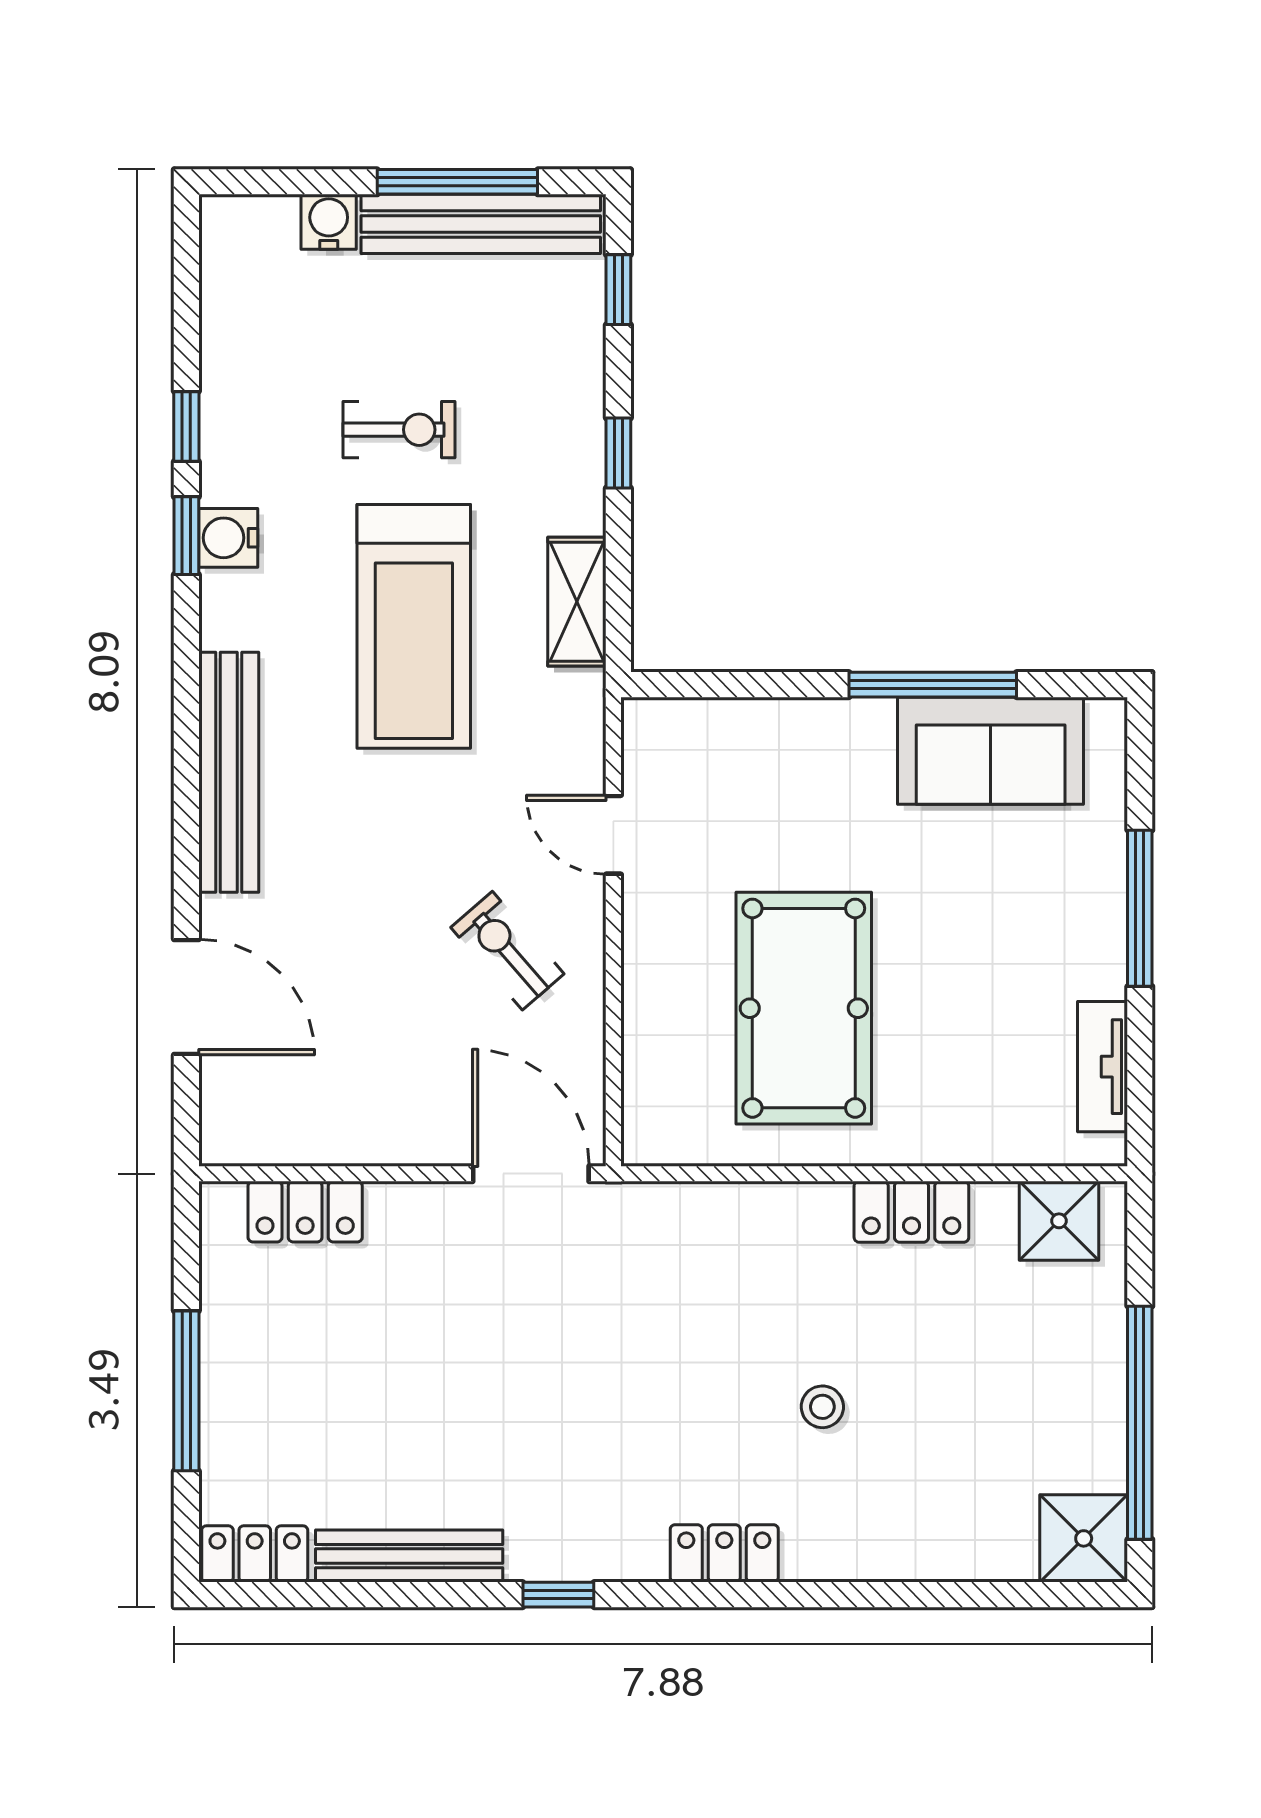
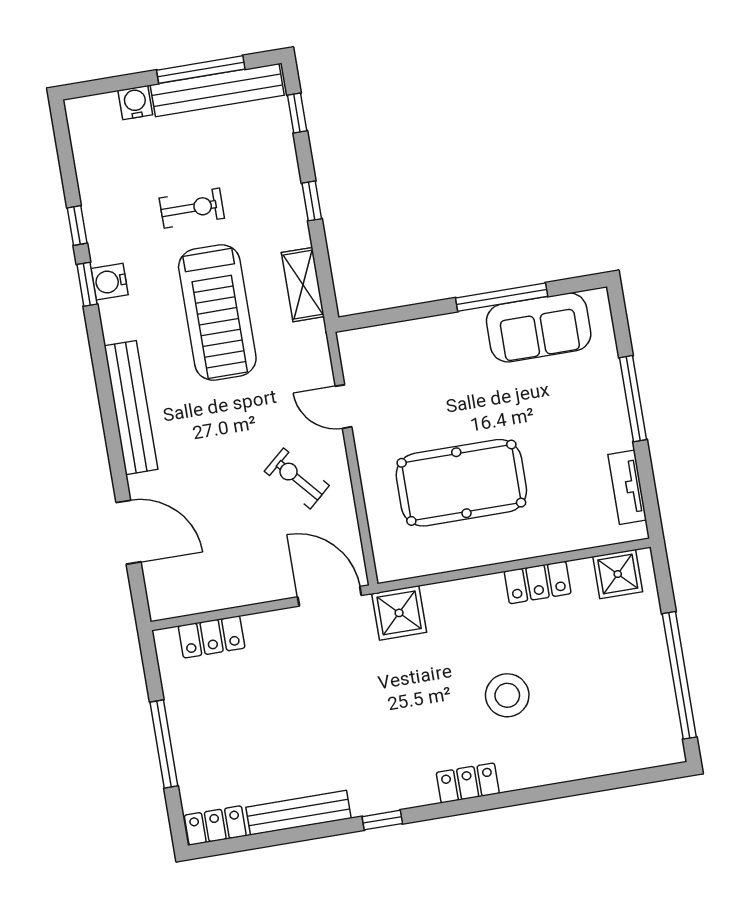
pool table: (804, 1008) -> (461, 483), turned 90
stool: (822, 1407) -> (507, 695), width x1.89, depth x1.89
shower: (1084, 1538) -> (399, 613), moved

